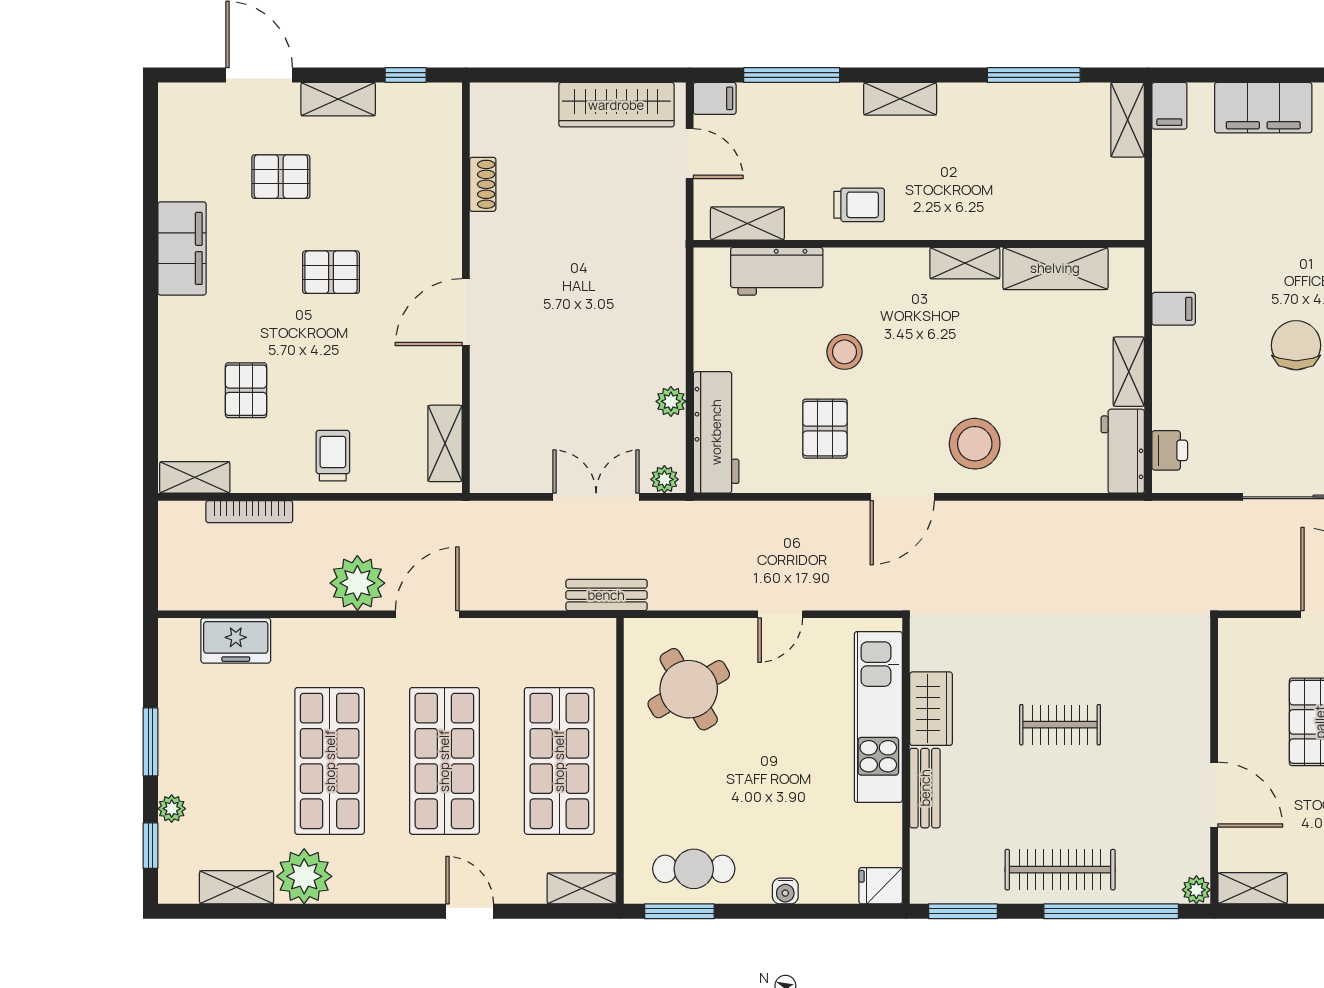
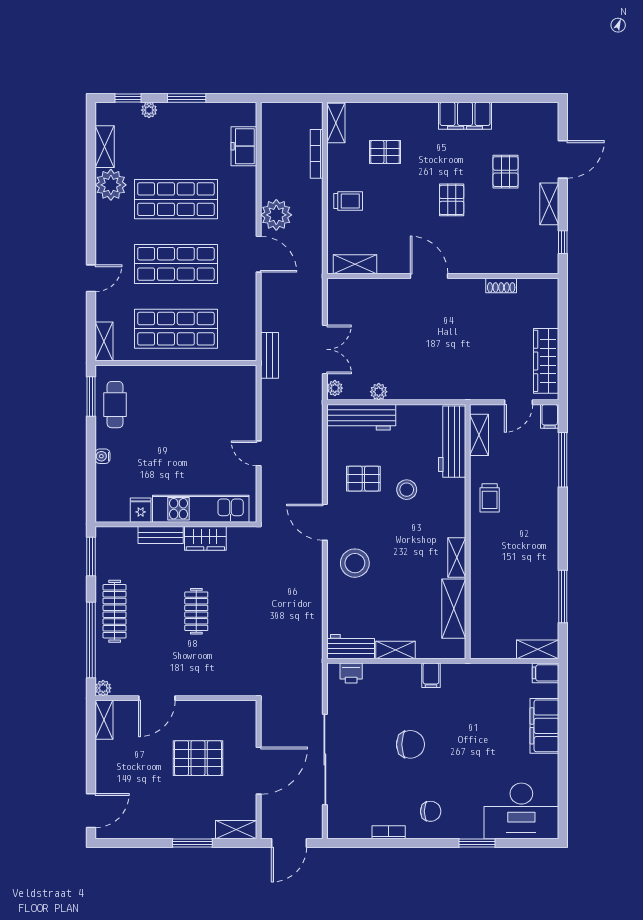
shelving: (900, 99) -> (549, 521), removed
workbench: (777, 271) -> (452, 442), width x1.37
round table: (689, 689) -> (216, 402), removed
fridge: (881, 886) -> (141, 510), moved

